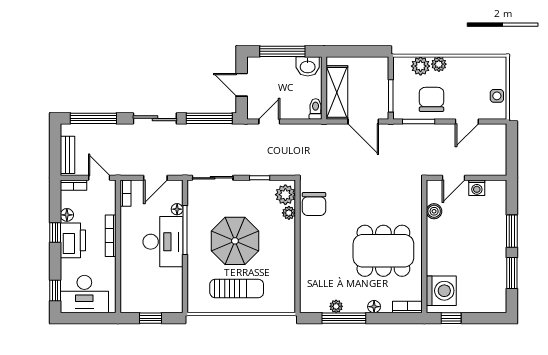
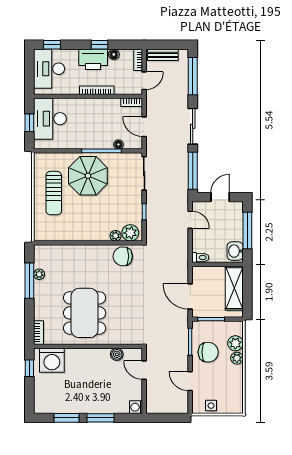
shelving: (337, 92) -> (234, 288), moved, turned 90
door: (363, 121) -> (190, 297), hinge flipped
washing machine: (477, 188) -> (136, 407), moved
parasol: (235, 241) -> (88, 176), moved
desk: (163, 242) -> (50, 119), moved, turned 90
floor lamp: (374, 307) -> (39, 305), removed

